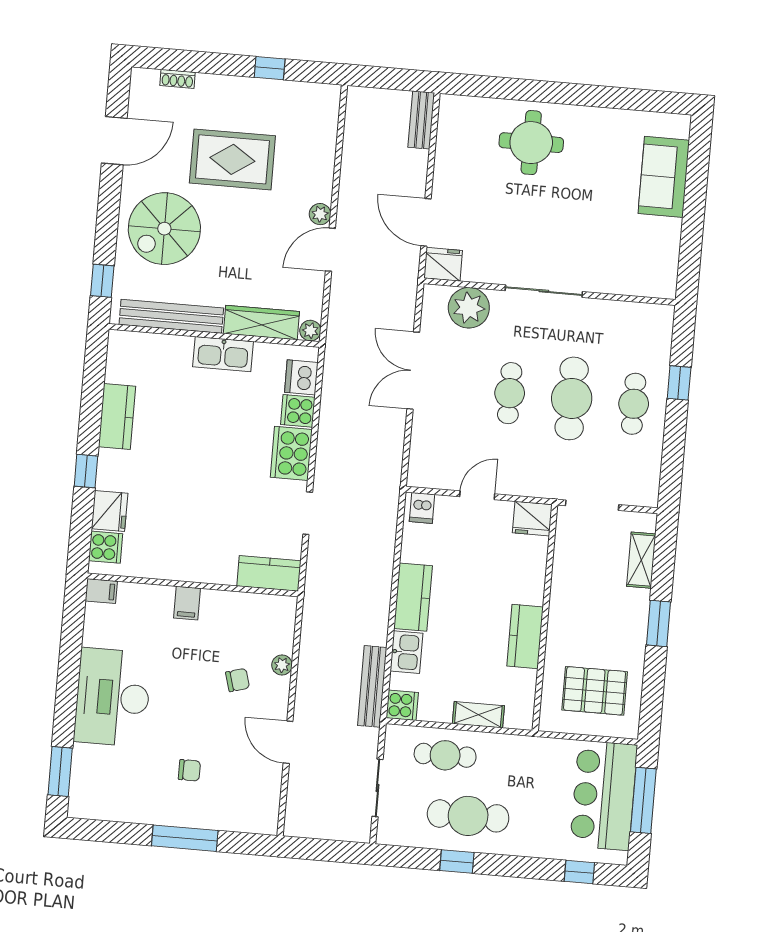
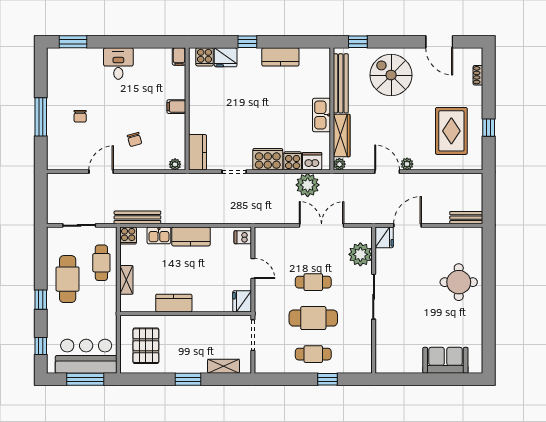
rug: (232, 159) -> (451, 131), moved
plant: (341, 389) -> (308, 185), added
plant: (282, 665) -> (175, 164), moved
desk: (113, 697) -> (118, 64), width x0.53, depth x0.77
window: (457, 862) -> (41, 300), moved

